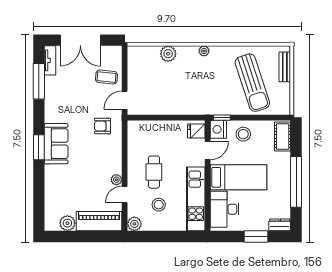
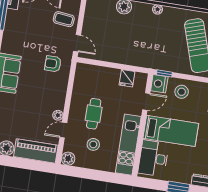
door: (125, 100) -> (77, 43), swing flipped
fridge: (196, 131) -> (127, 78), moved, turned -90

